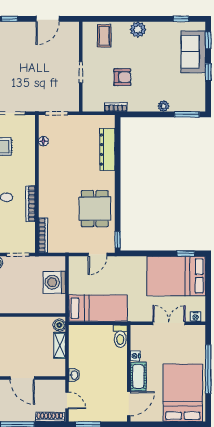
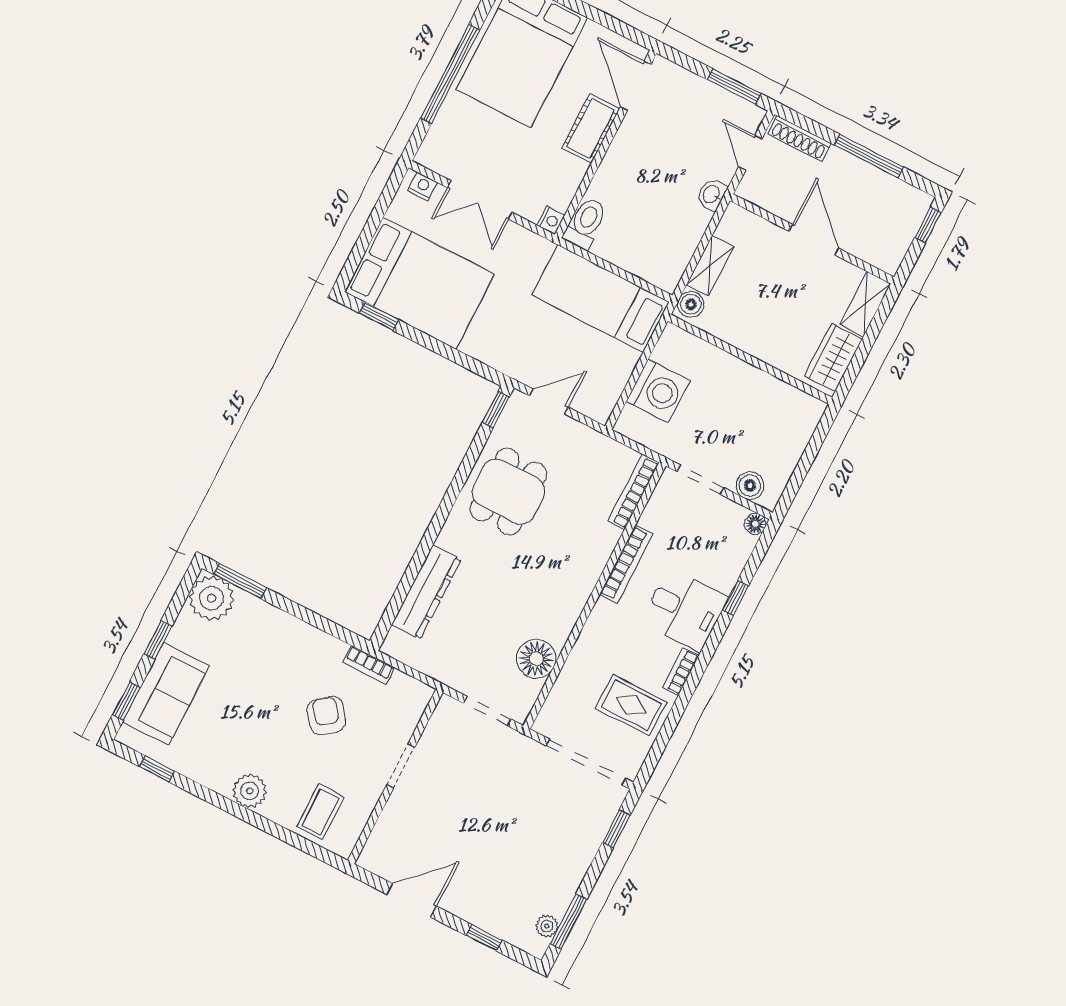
armchair: (122, 77) -> (326, 715), turned 52
plant: (163, 106) -> (212, 598), moved, width x1.87, depth x1.87
floor lamp: (43, 141) -> (536, 659), width x1.89, depth x1.89
nightstand: (135, 356) -> (551, 220), moved
door: (129, 404) -> (636, 86), hinge flipped

